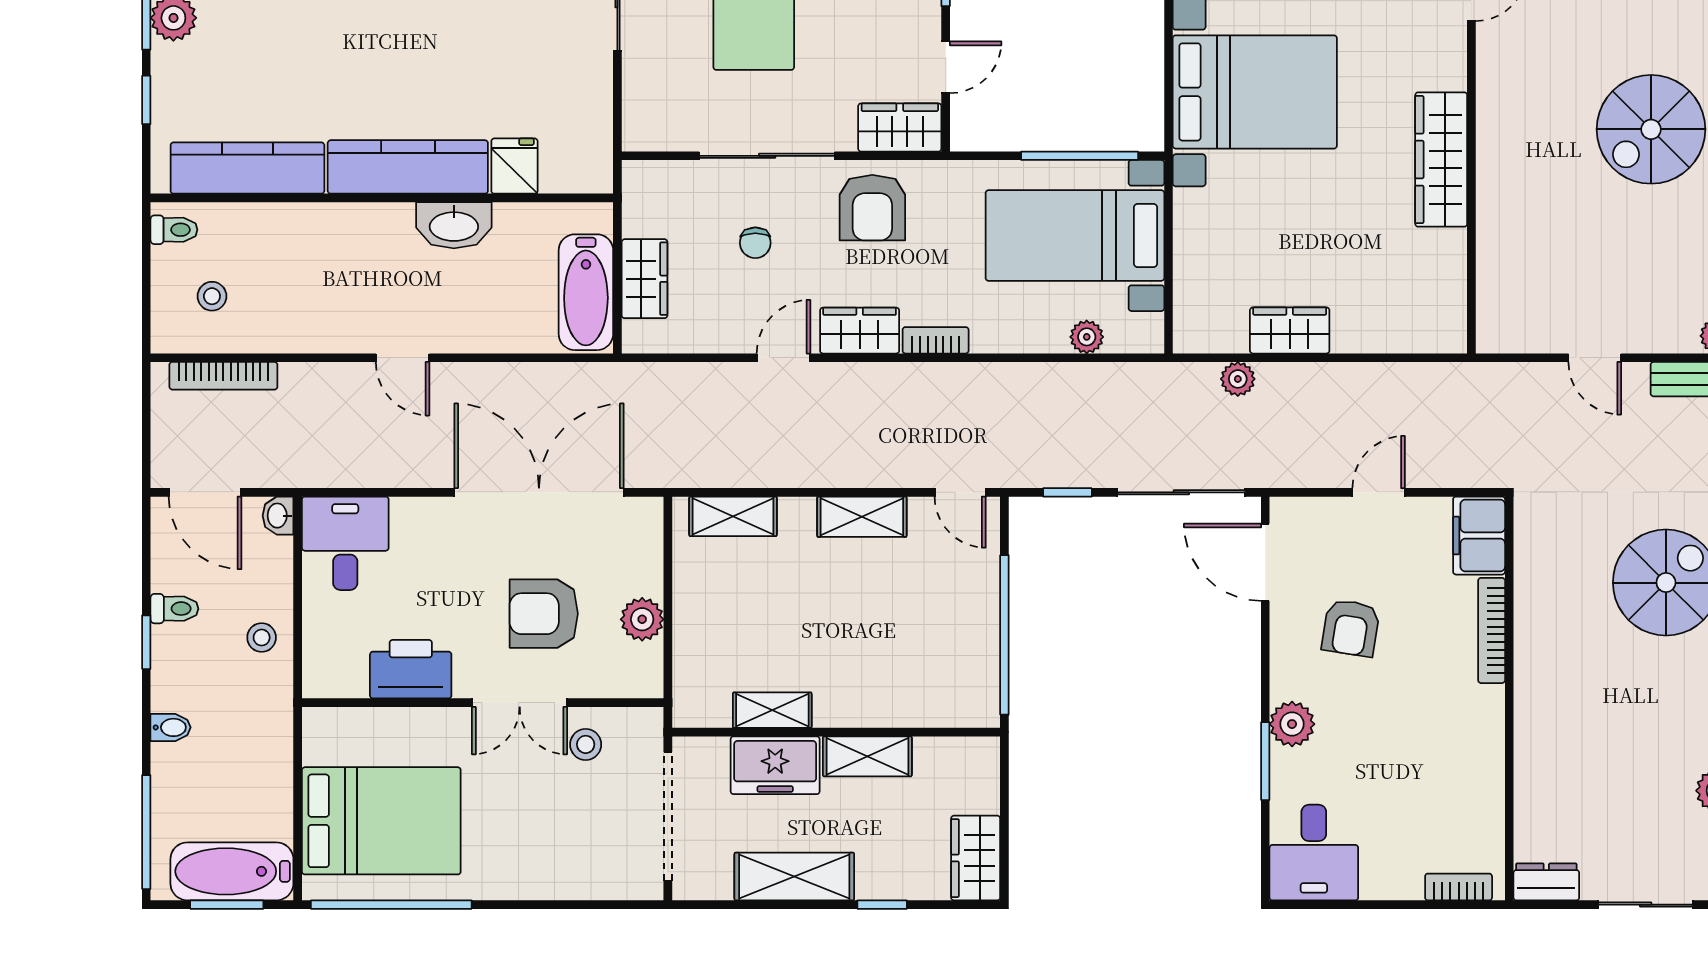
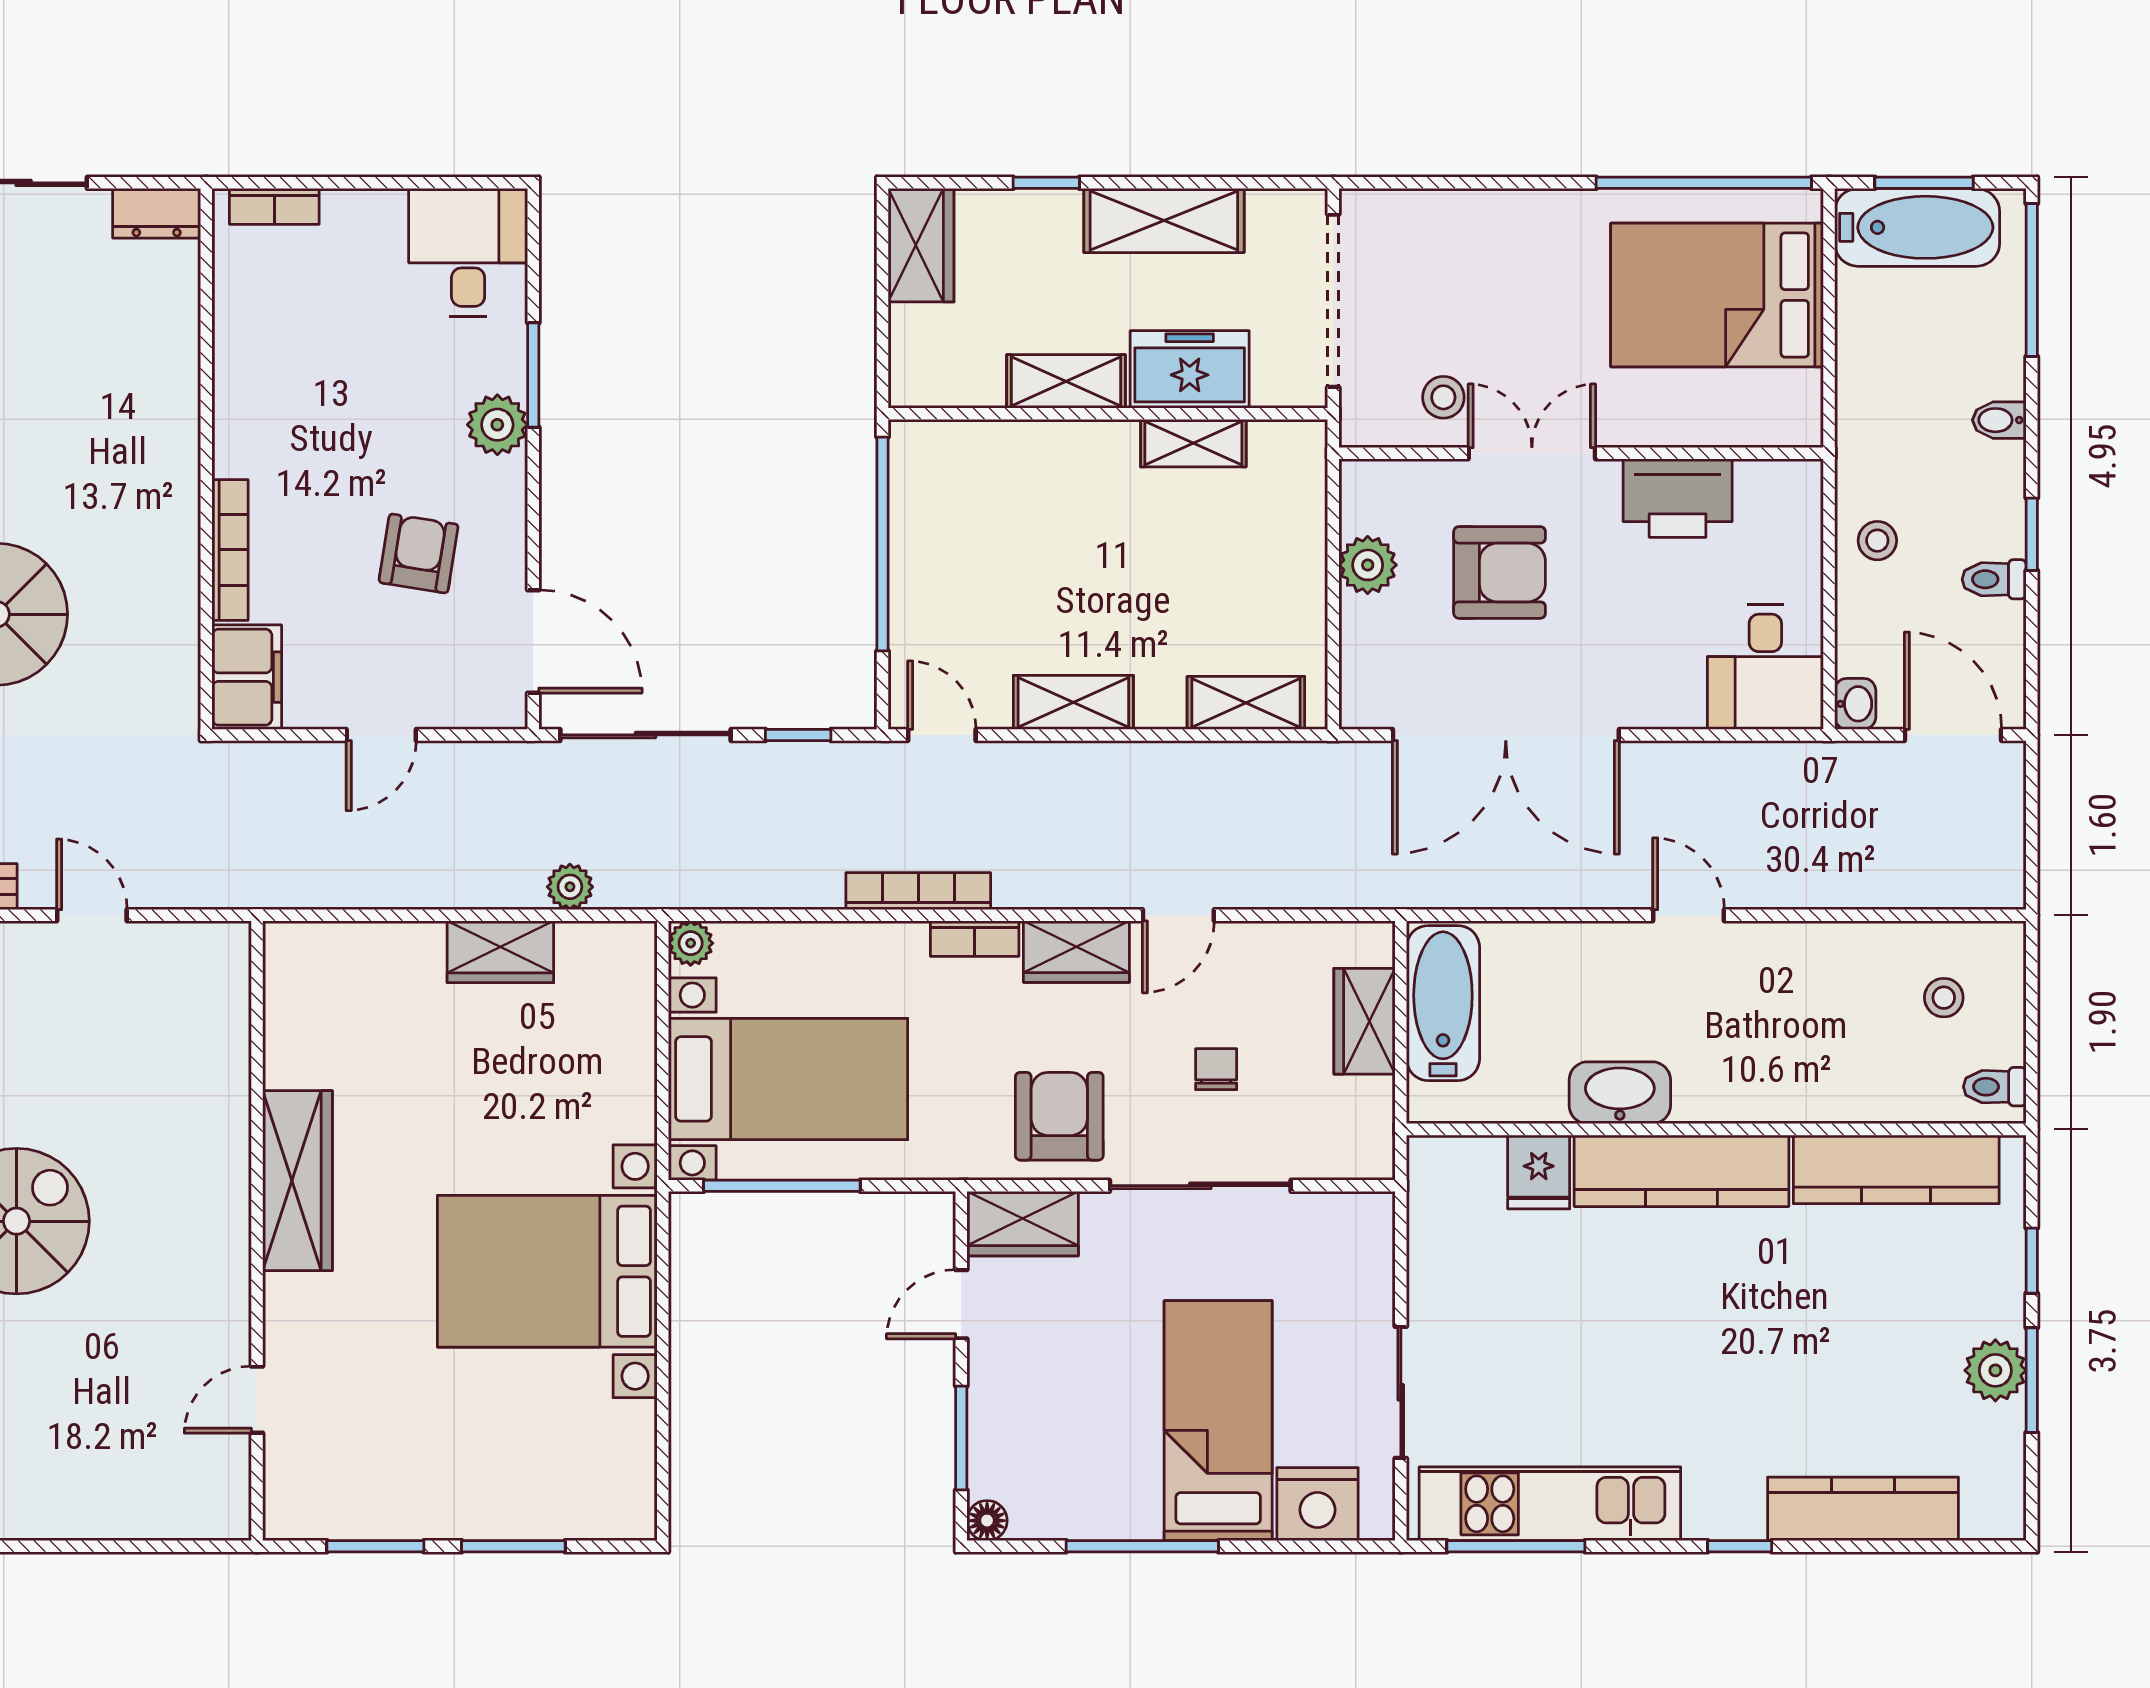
plant: (1087, 337) -> (691, 943), moved
bookcase: (223, 376) -> (918, 891), moved

